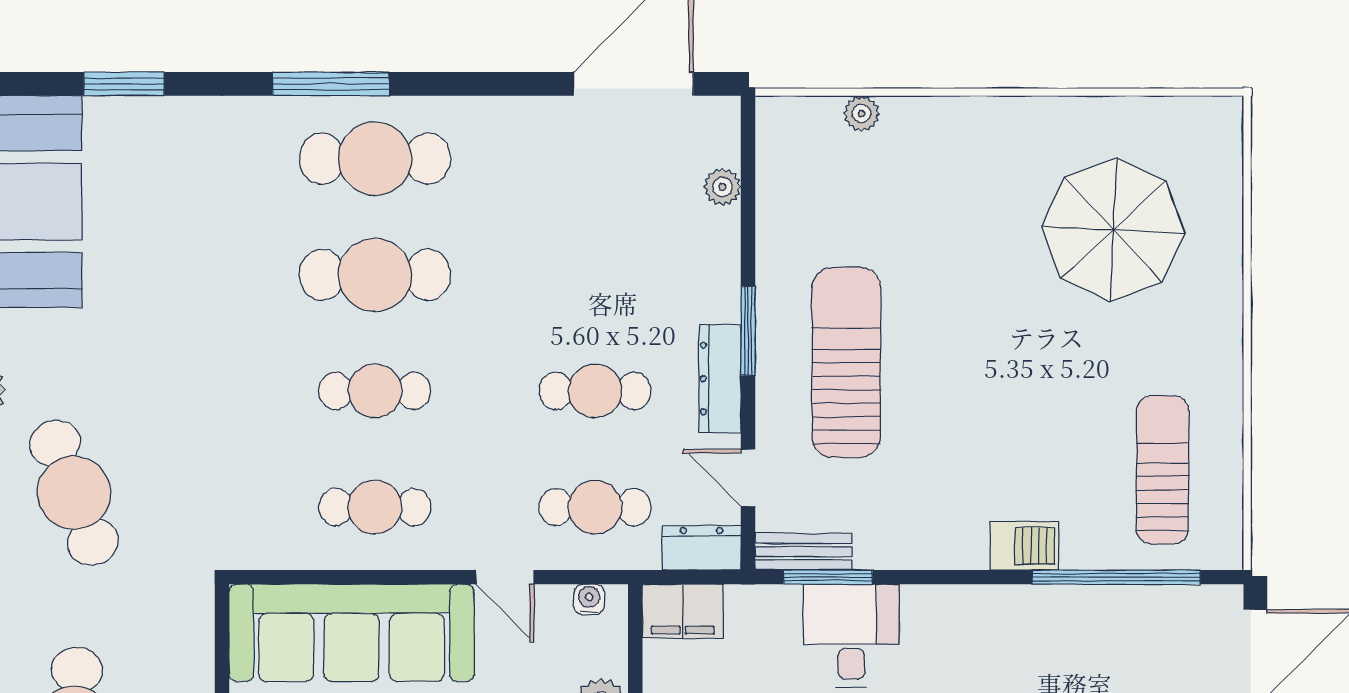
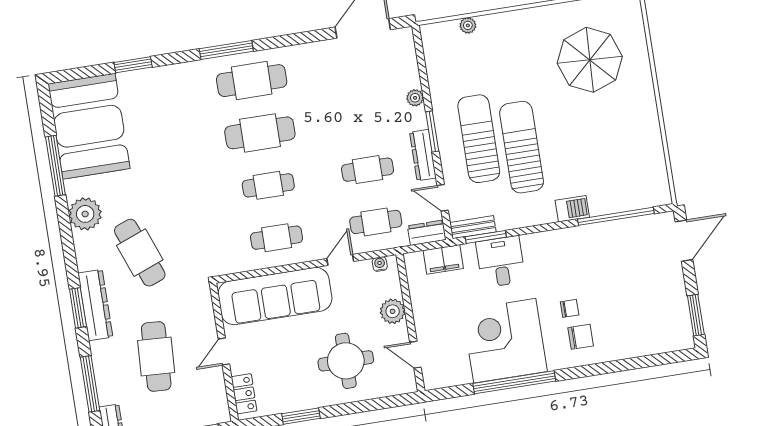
plant: (722, 187) -> (415, 98), moved
sun lounger: (1162, 470) -> (522, 147), moved, width x1.36, depth x1.34
door: (505, 577) -> (340, 260), swing flipped
filing cabinet: (683, 611) -> (443, 259), moved

